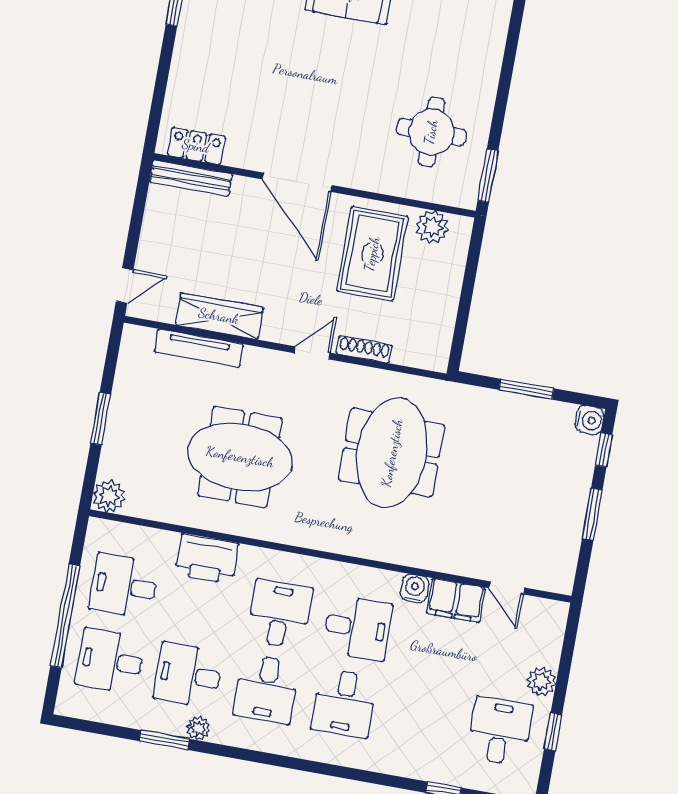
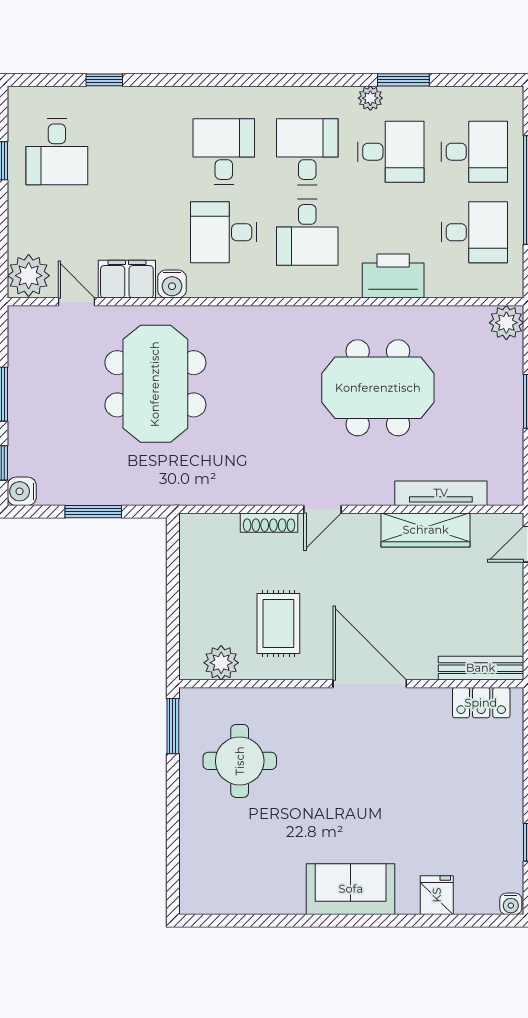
rug: (372, 254) -> (278, 624), width x0.73, depth x0.70
meeting table: (392, 453) -> (155, 384), moved
plant: (541, 682) -> (29, 276), moved, width x1.36, depth x1.36

